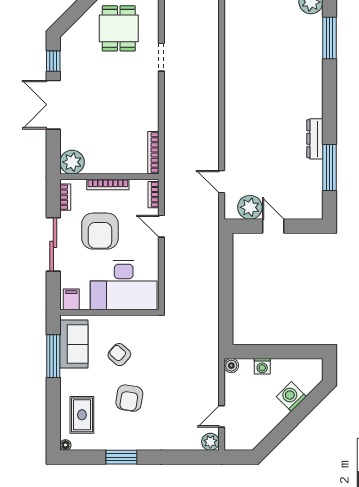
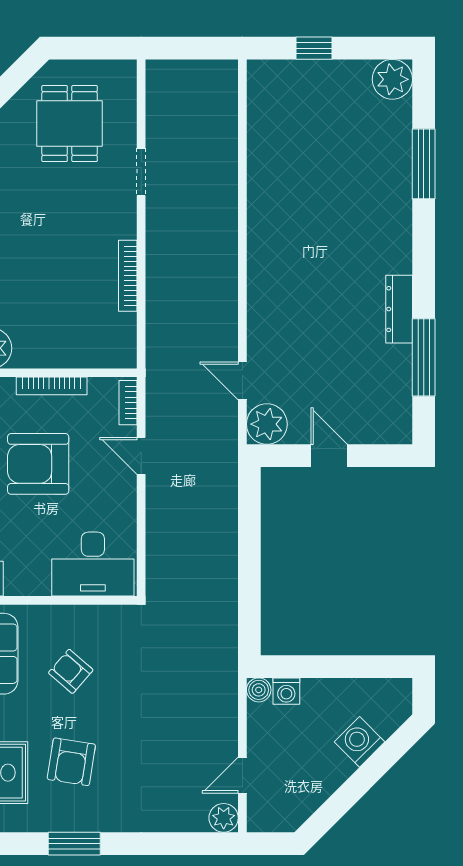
window: (330, 38) -> (424, 164), moved
bookcase: (153, 153) -> (128, 276), moved
plant: (250, 207) -> (267, 424), moved
armchair: (100, 231) -> (38, 464), turned 90
desk: (124, 285) -> (93, 564), width x0.73, depth x0.77
washing machine: (262, 366) -> (286, 691), moved
armchair: (129, 398) -> (71, 762), moved

